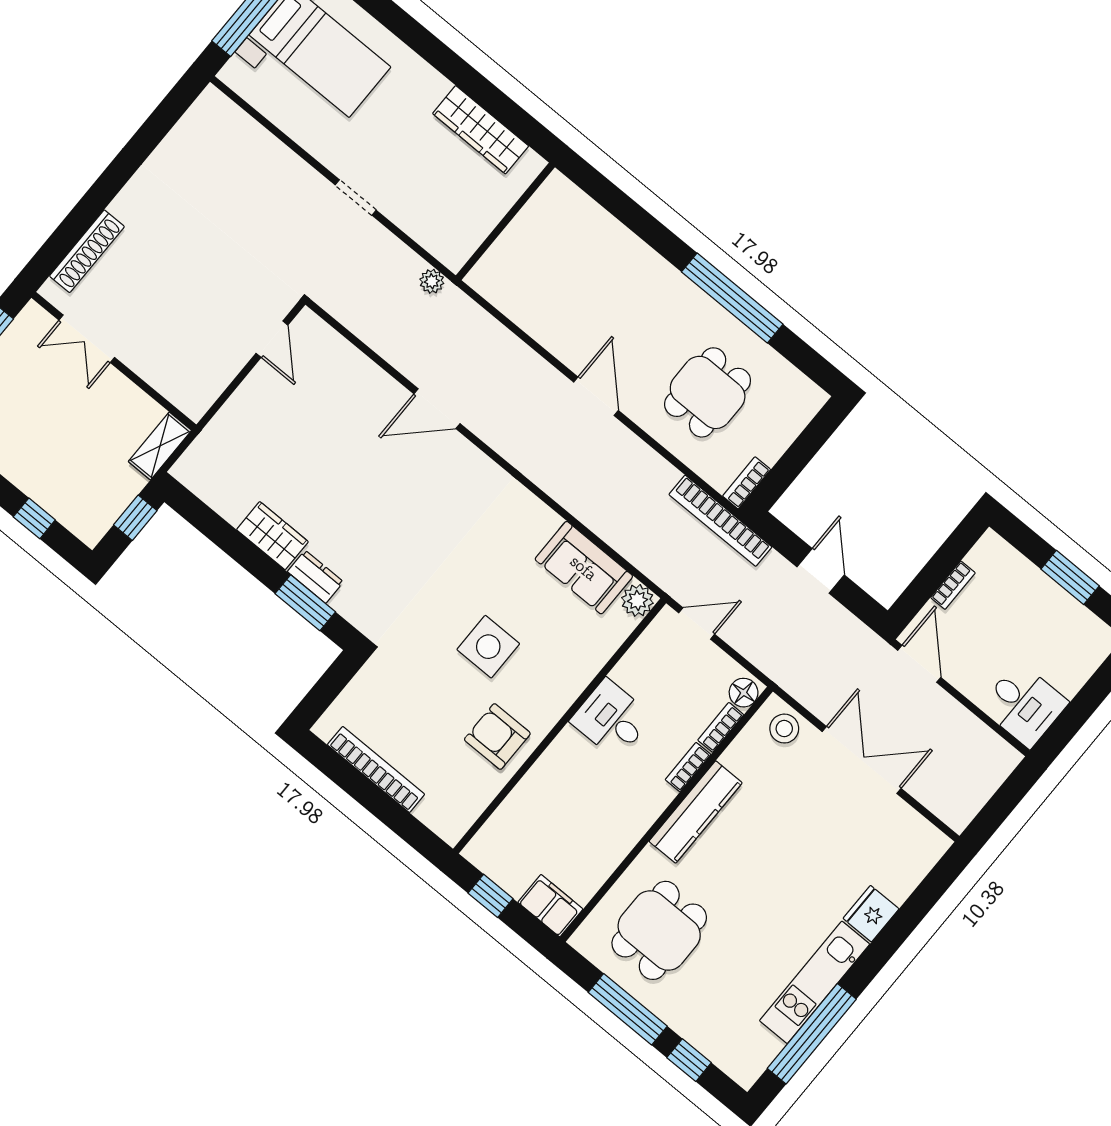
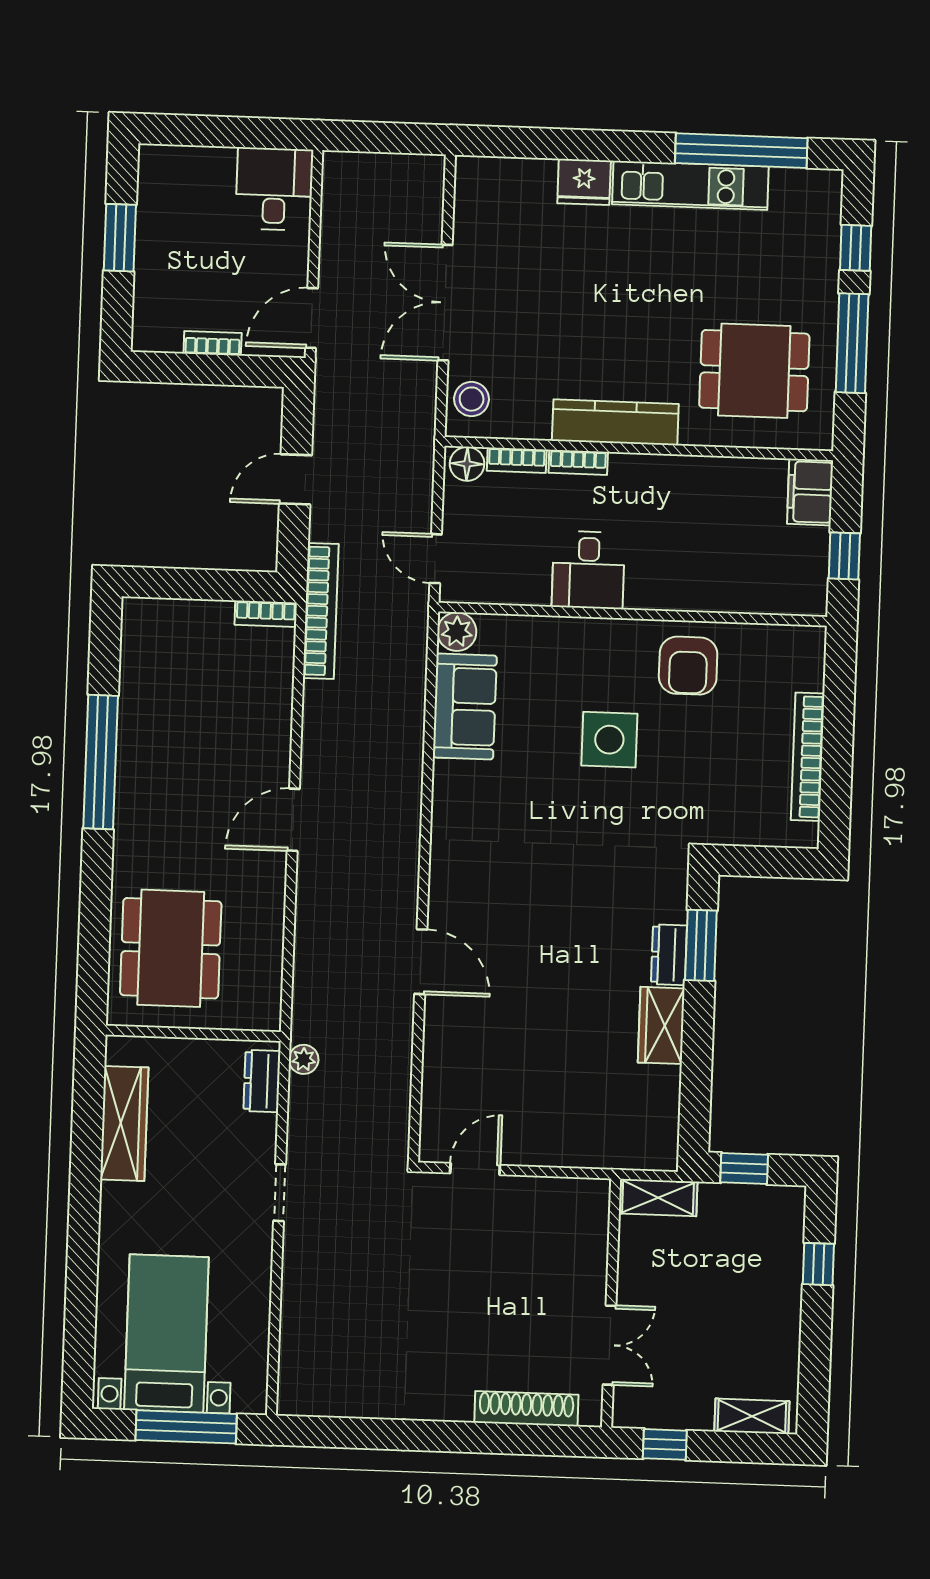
dresser: (439, 243) -> (262, 1081), added
dining table: (708, 392) -> (171, 948), moved, width x1.38

